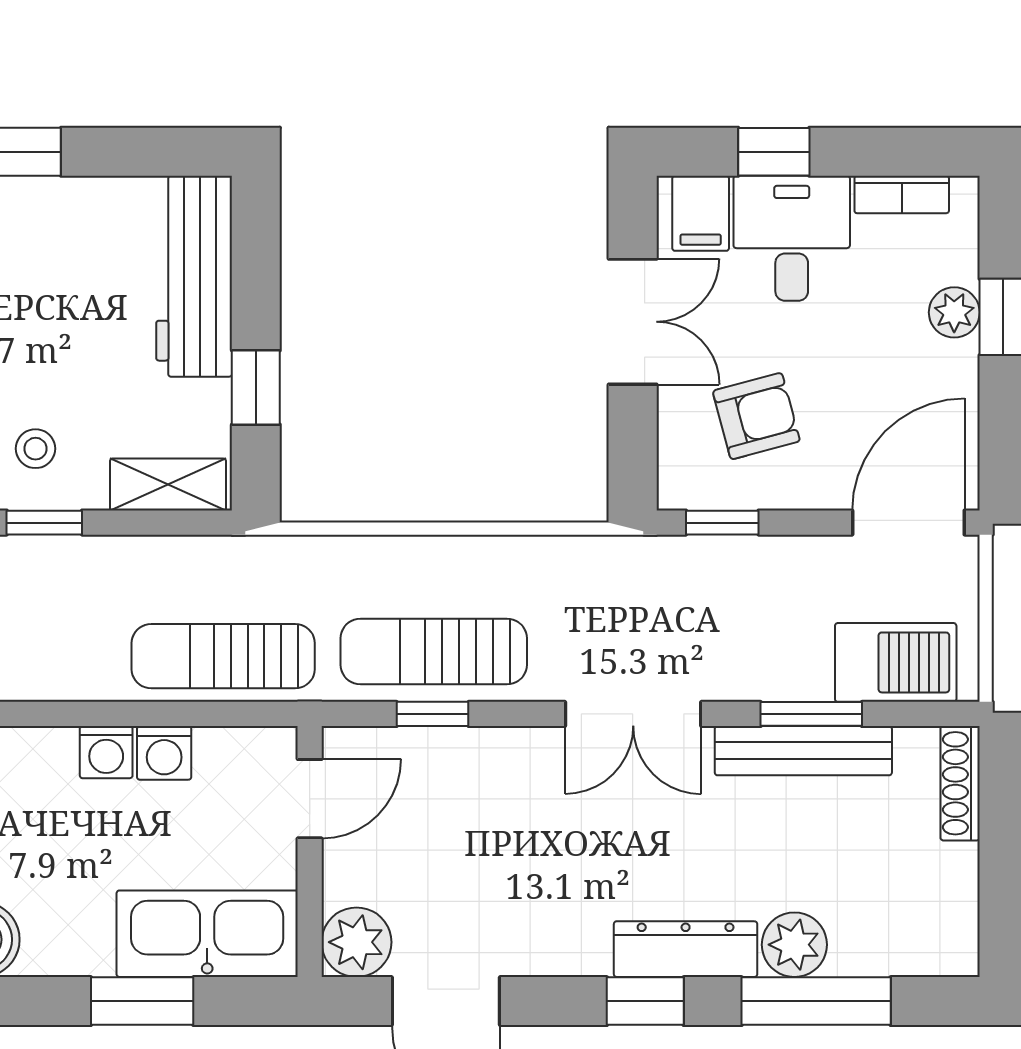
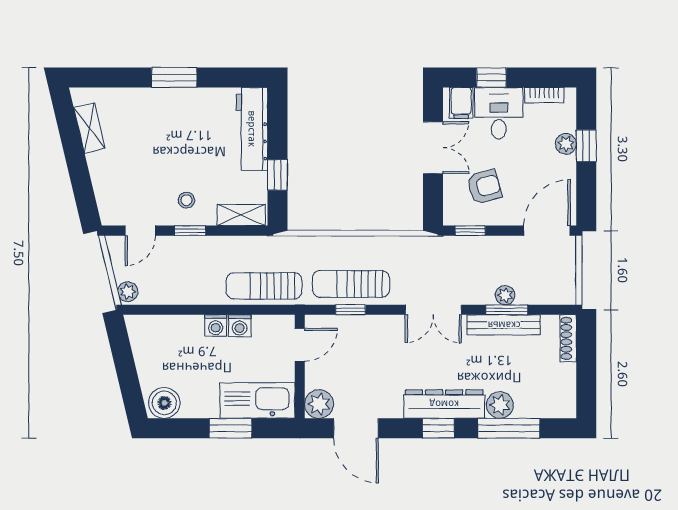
barbecue: (896, 662) -> (542, 288), removed
plant: (807, 679) -> (505, 295), added
dresser: (686, 949) -> (444, 404), width x1.37, depth x1.24

